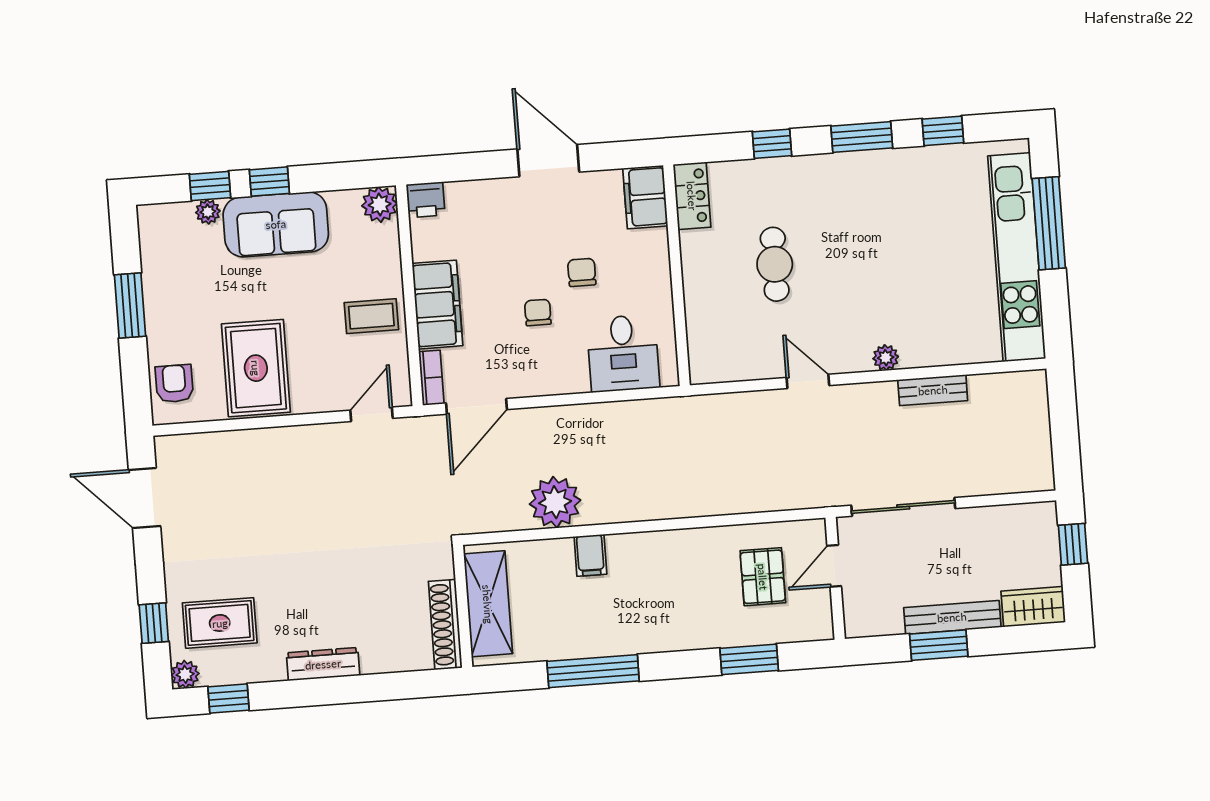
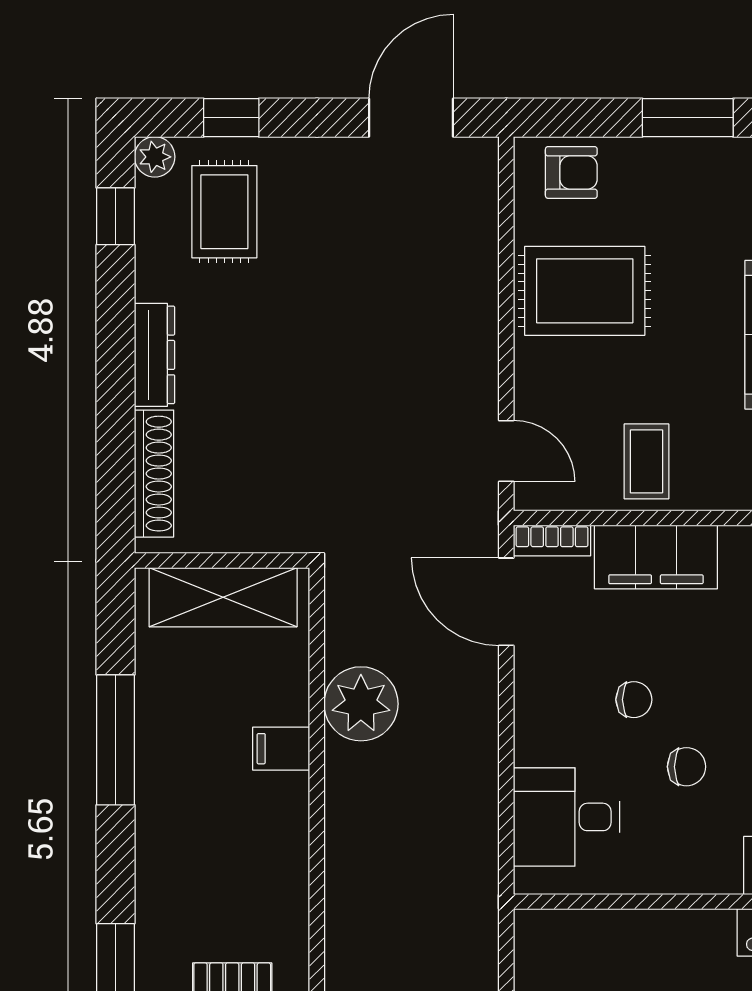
shoe rack: (445, 625) -> (154, 474), moved, turned 90

